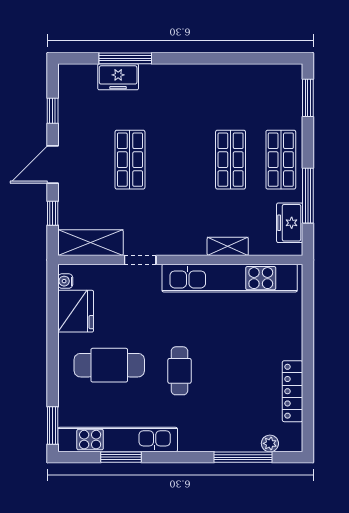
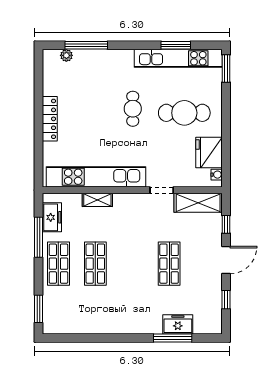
locker: (293, 391) -> (50, 119), moved

